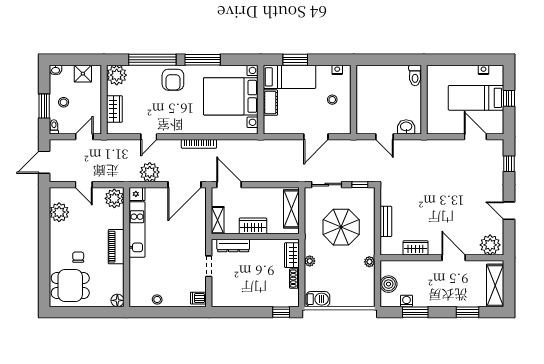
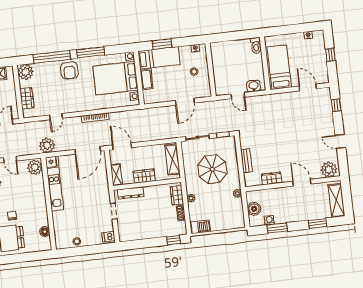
bed: (476, 98) -> (279, 67), moved, turned 90
plant: (150, 172) -> (47, 145), moved
piano: (116, 247) -> (40, 204), removed
floor lamp: (117, 300) -> (45, 232), moved

